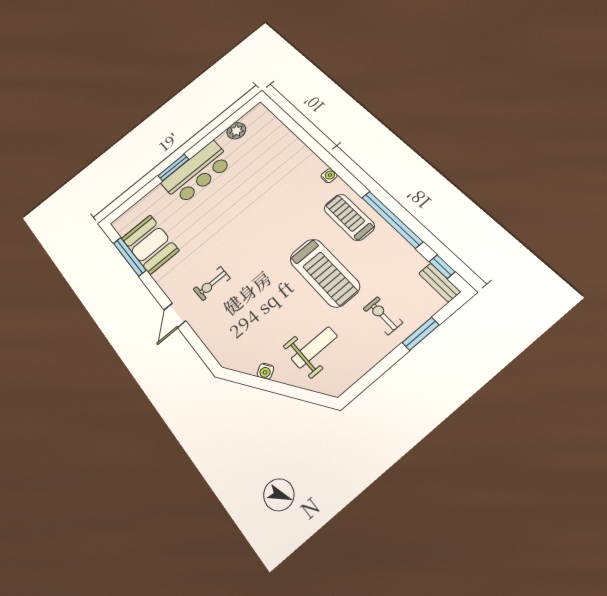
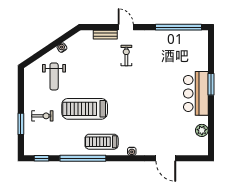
door: (303, 136) -> (166, 158), added
treadmill: (349, 217) -> (102, 142), turned 180
booth: (150, 244) -> (176, 42), removed
window: (130, 257) -> (179, 27), width x1.46
bench: (440, 283) -> (105, 35), moved

